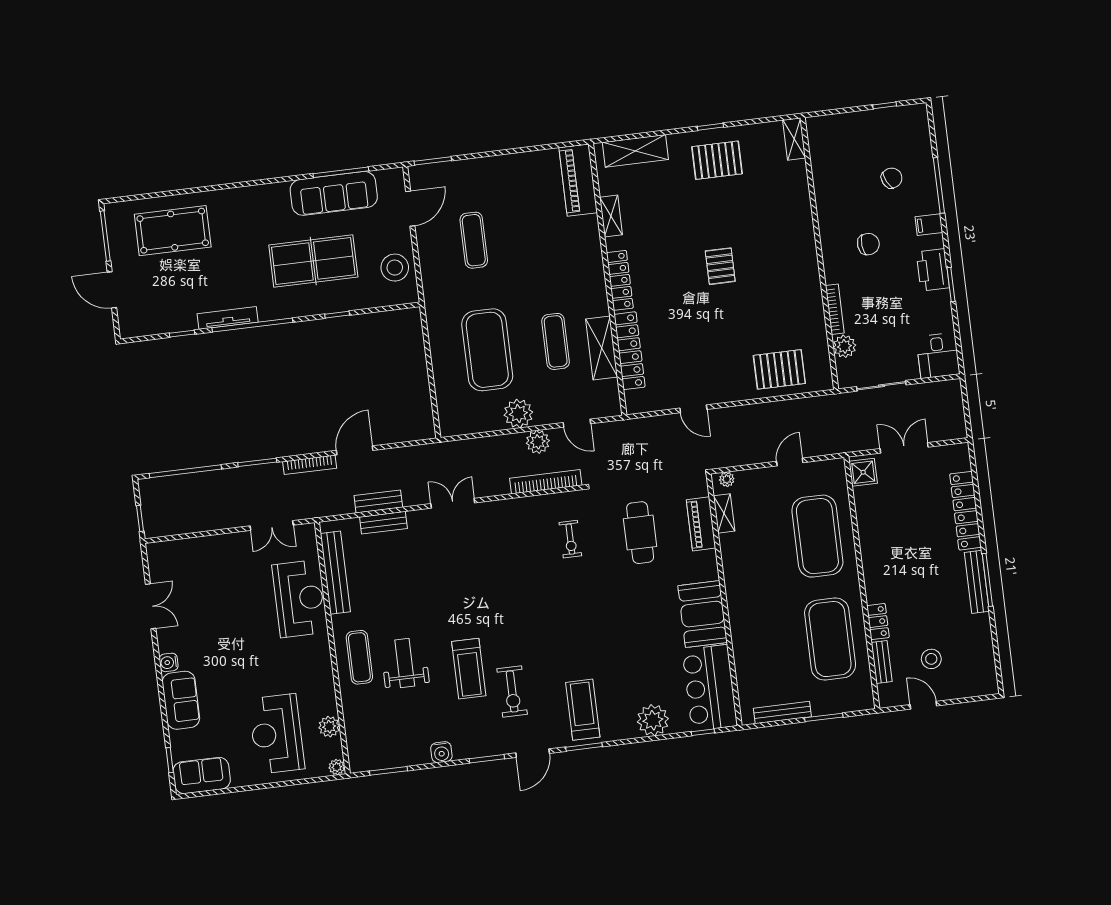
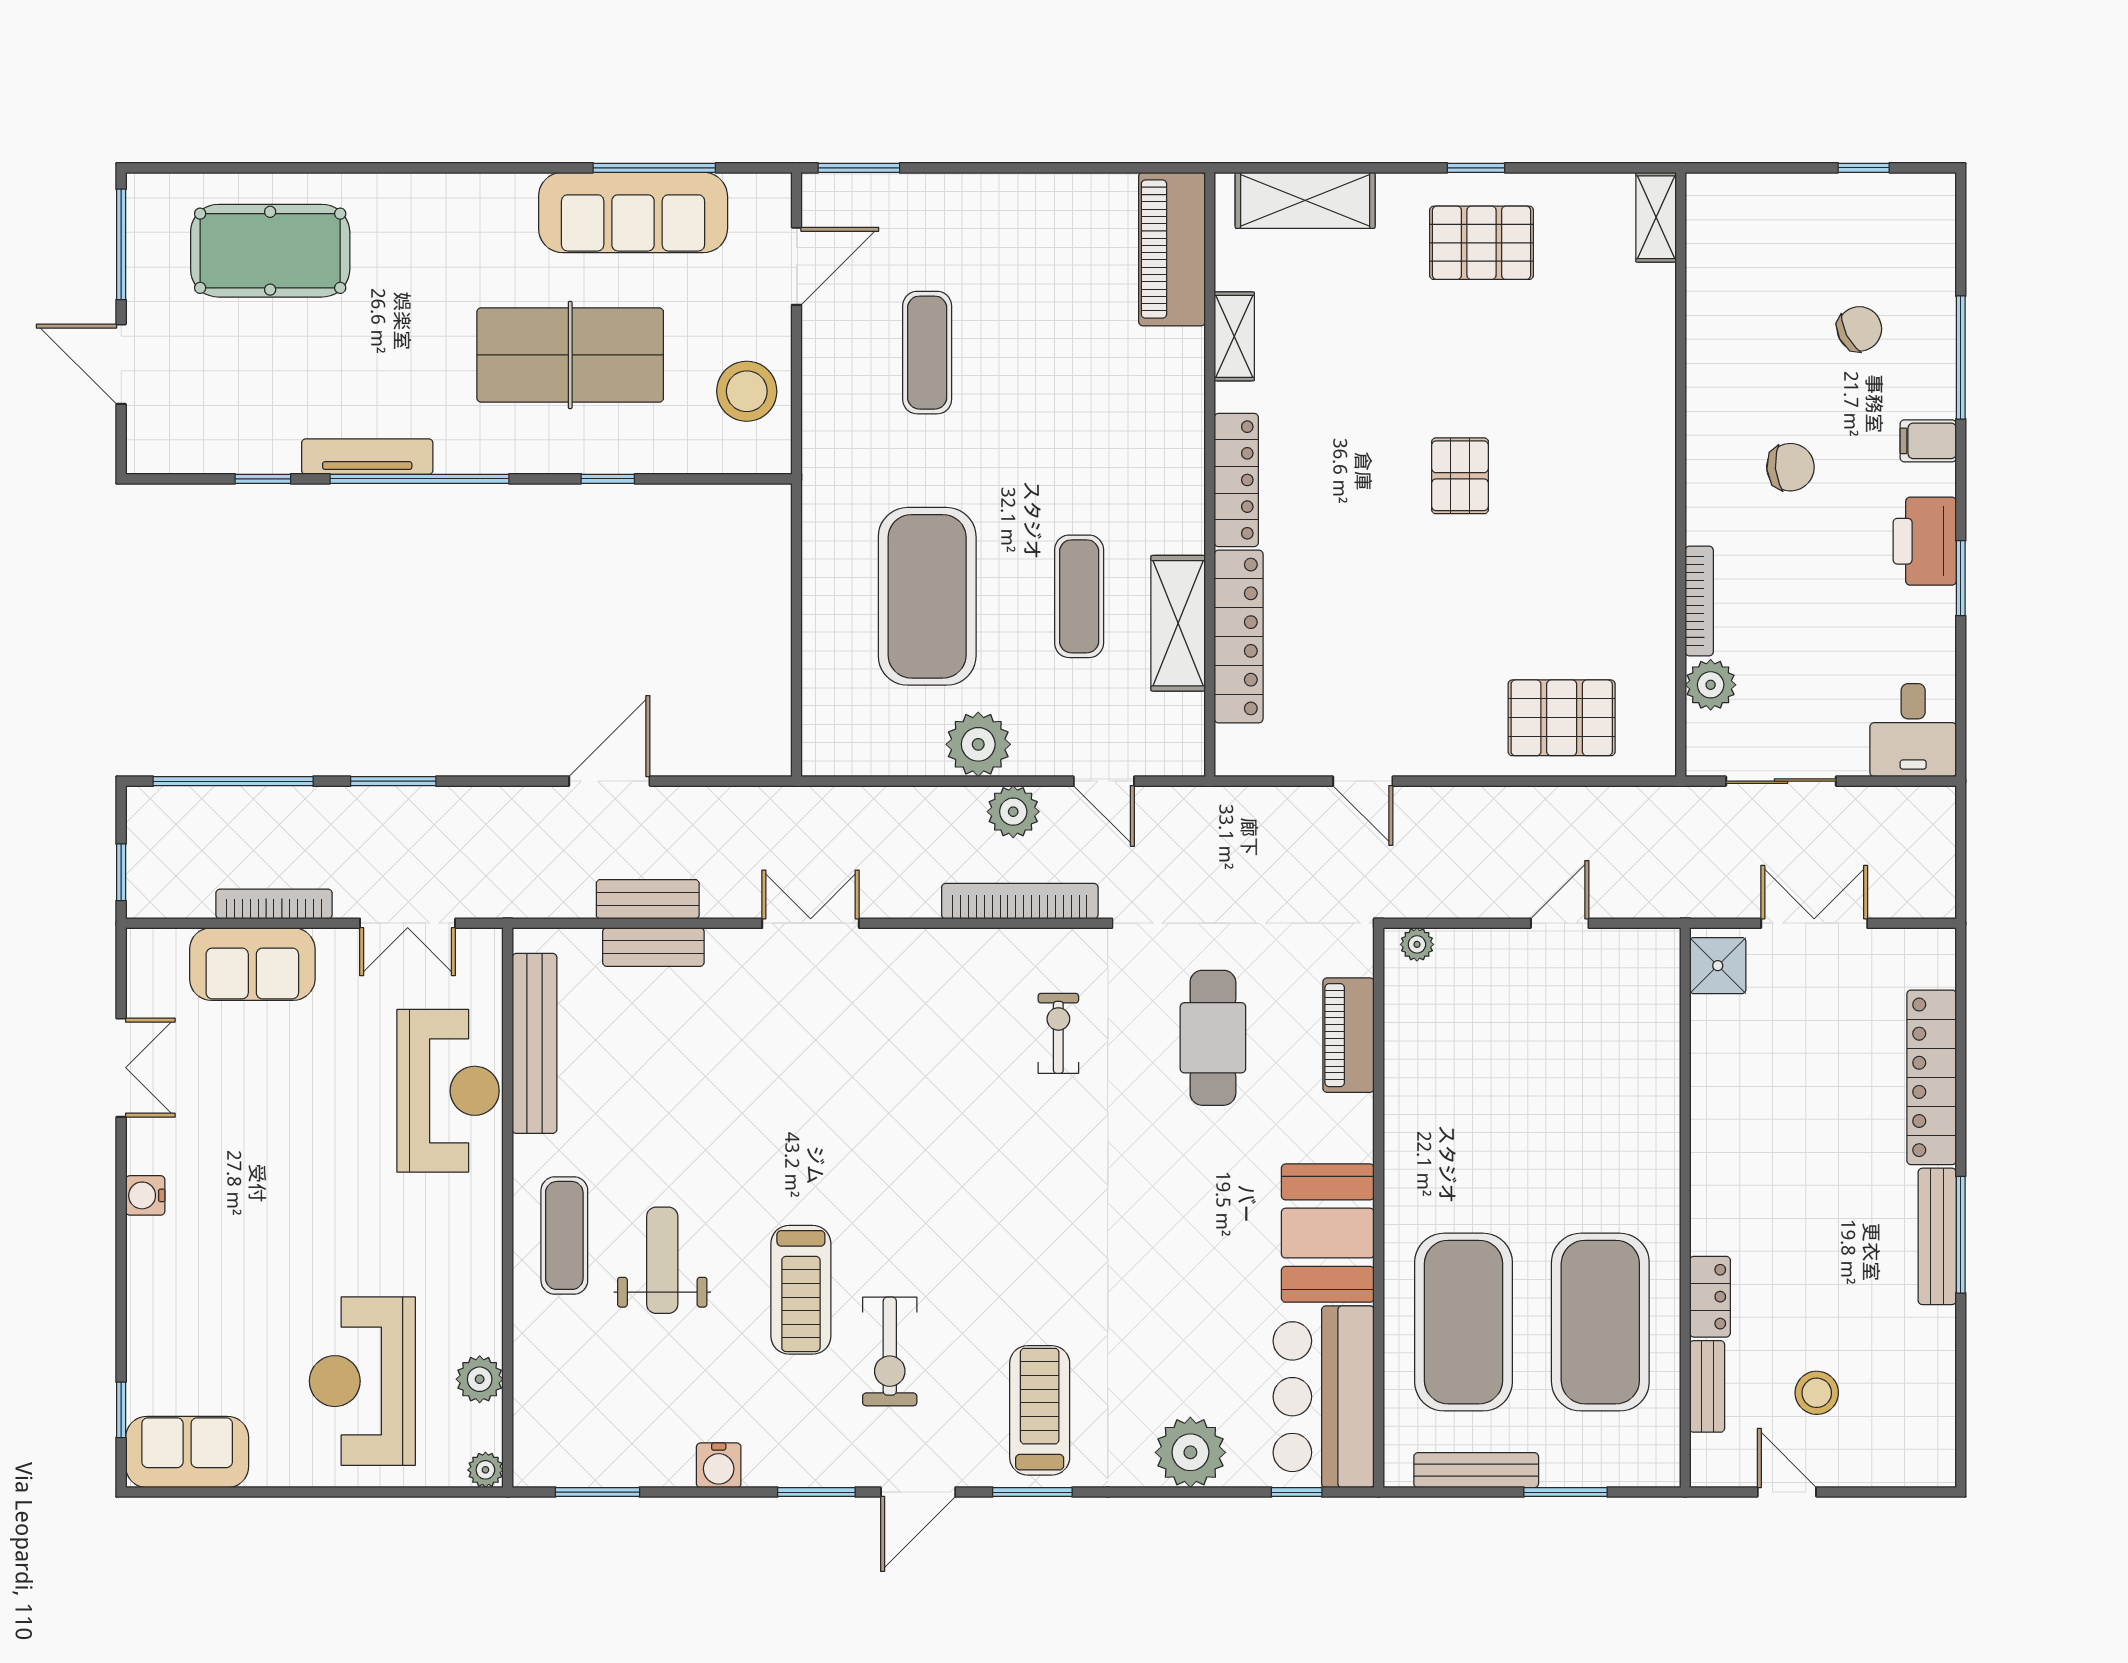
bookcase: (310, 465) -> (274, 904), moved, turned 180
shelving: (724, 513) -> (1402, 1019), removed
exercise mat: (817, 536) -> (1463, 1322), moved
exercise bike: (570, 539) -> (1058, 1033), turned 180
sofa: (181, 700) -> (252, 964), moved, turned 90

